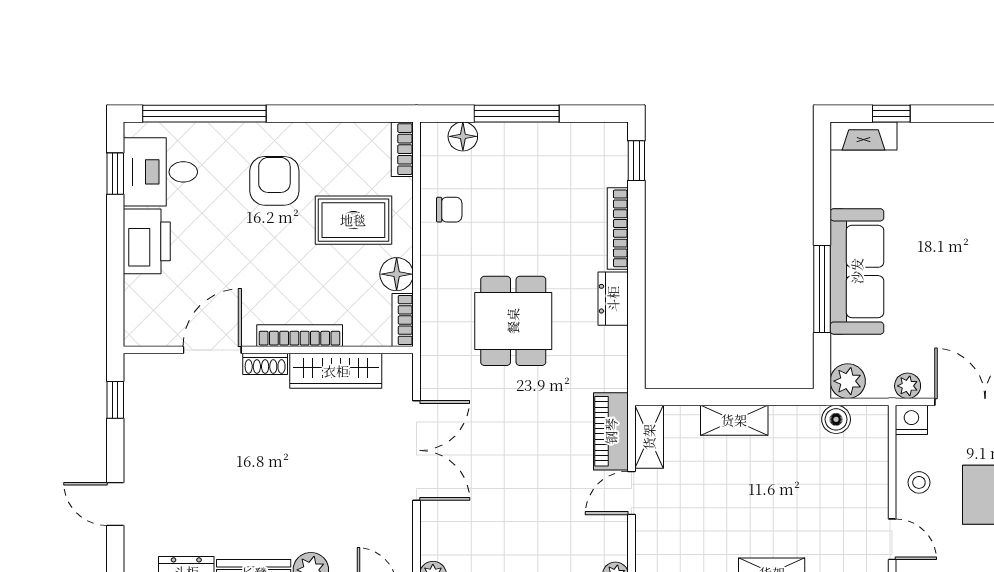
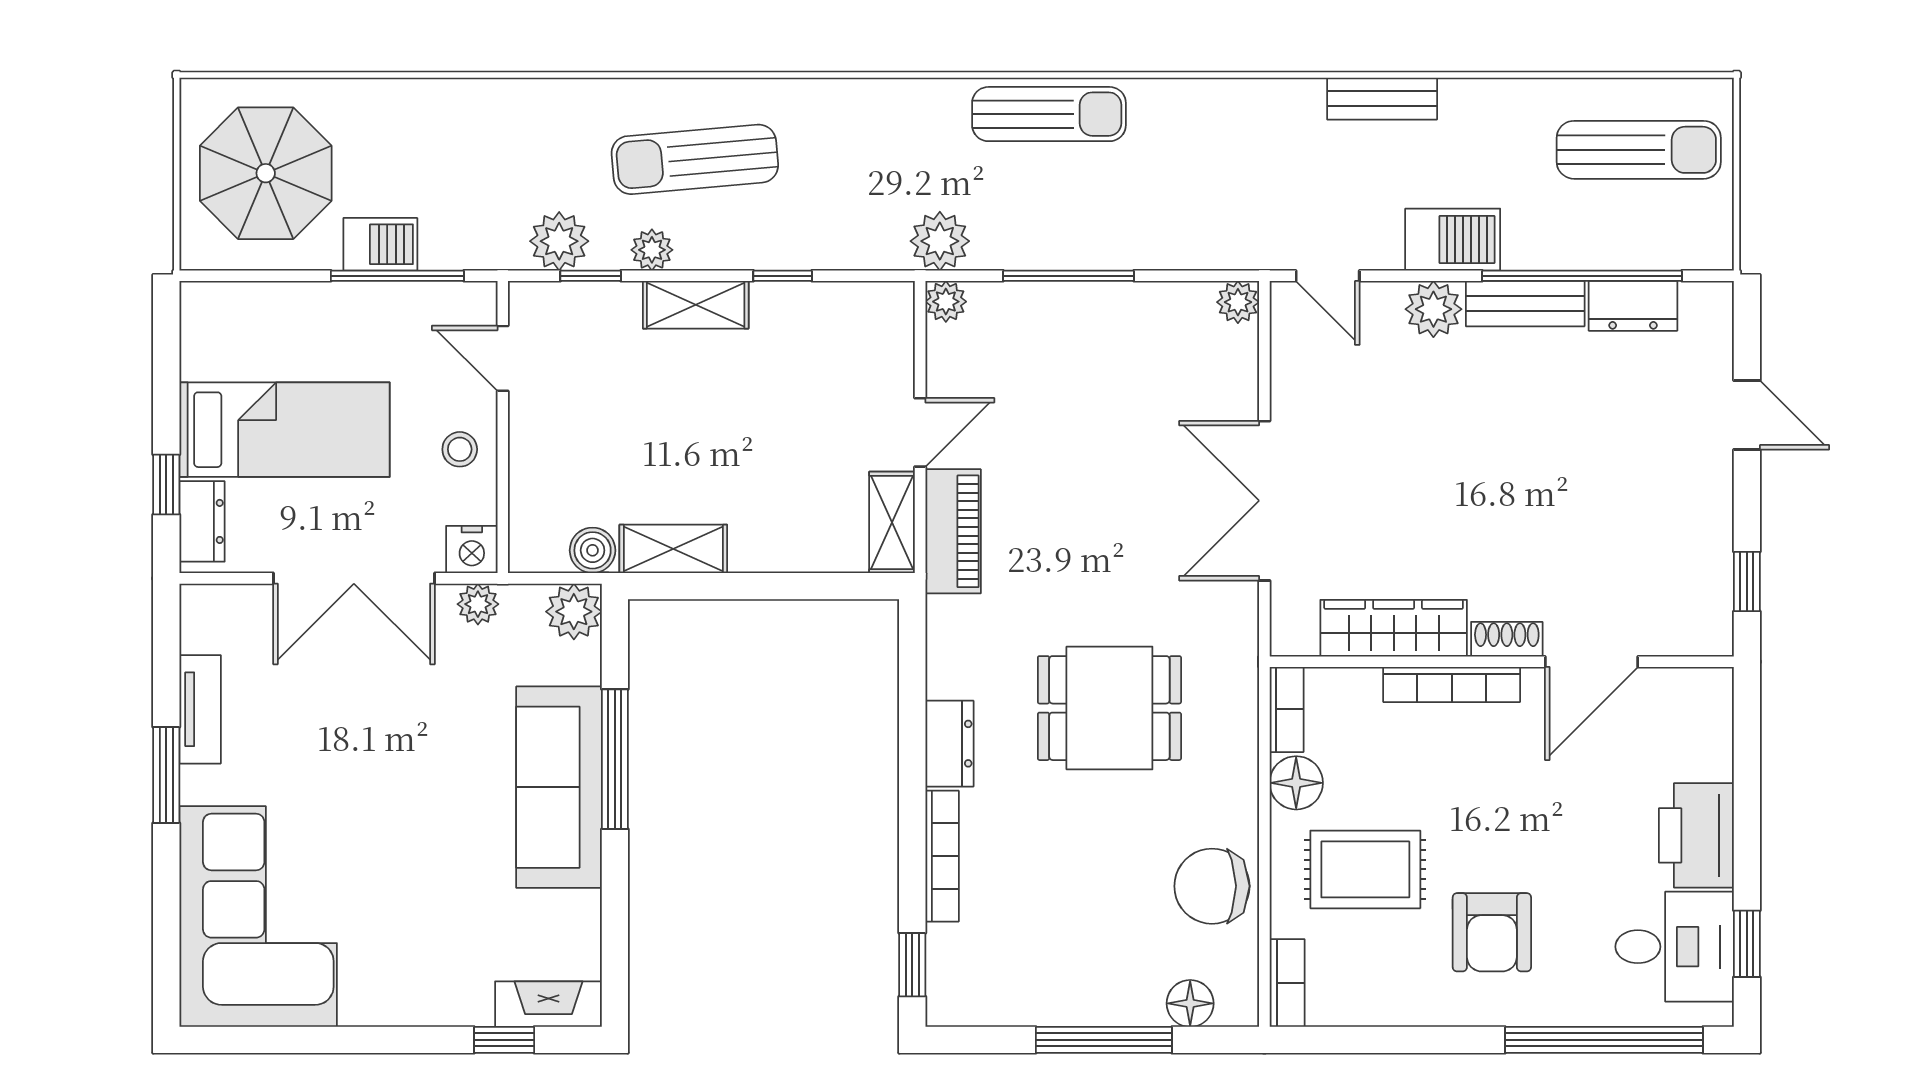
chair: (449, 210) -> (1212, 886), width x1.87, depth x1.87
dining table: (513, 321) -> (1109, 708), turned 90
shelving: (734, 420) -> (673, 549), moved

